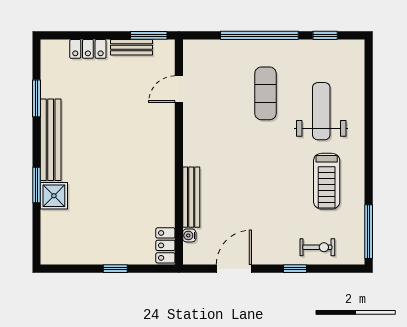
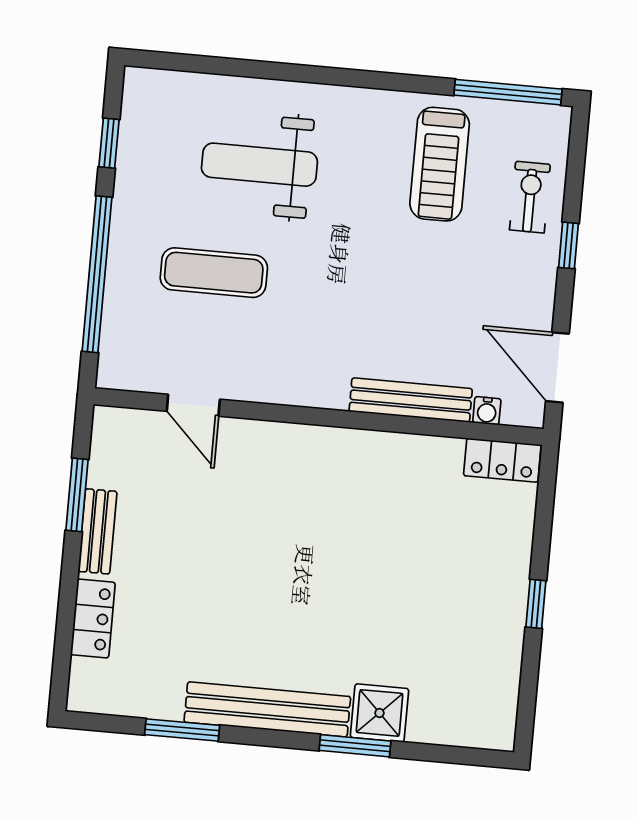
door: (179, 89) -> (193, 405), moved
wall: (179, 152) -> (318, 417), moved
treadmill: (327, 181) -> (440, 164), moved, turned 90
bench: (191, 197) -> (411, 400), moved
water cooler: (189, 235) -> (487, 411), moved
locker: (165, 245) -> (502, 460), moved

